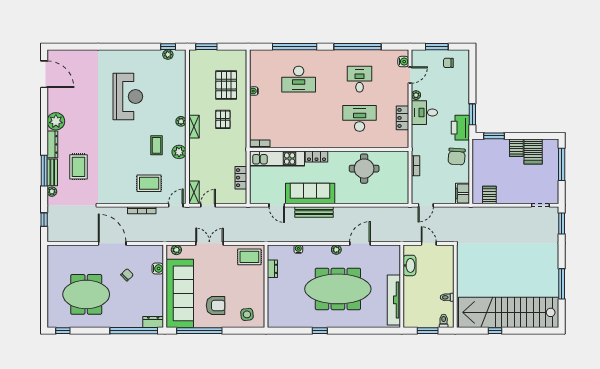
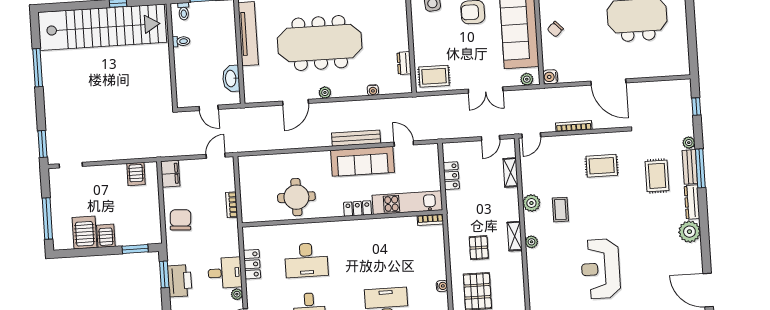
printer: (460, 128) -> (180, 281), moved
rug: (149, 183) -> (602, 166), moved
shelving: (194, 192) -> (511, 172), moved
water cooler: (158, 269) -> (550, 77), moved
chair: (127, 275) -> (555, 29), moved

